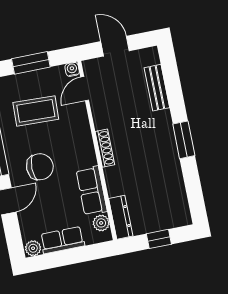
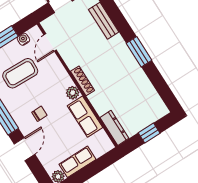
water cooler: (72, 69) -> (23, 39), moved
chair: (40, 167) -> (39, 114), width x0.54, depth x0.54
plant: (101, 223) -> (73, 93), moved

